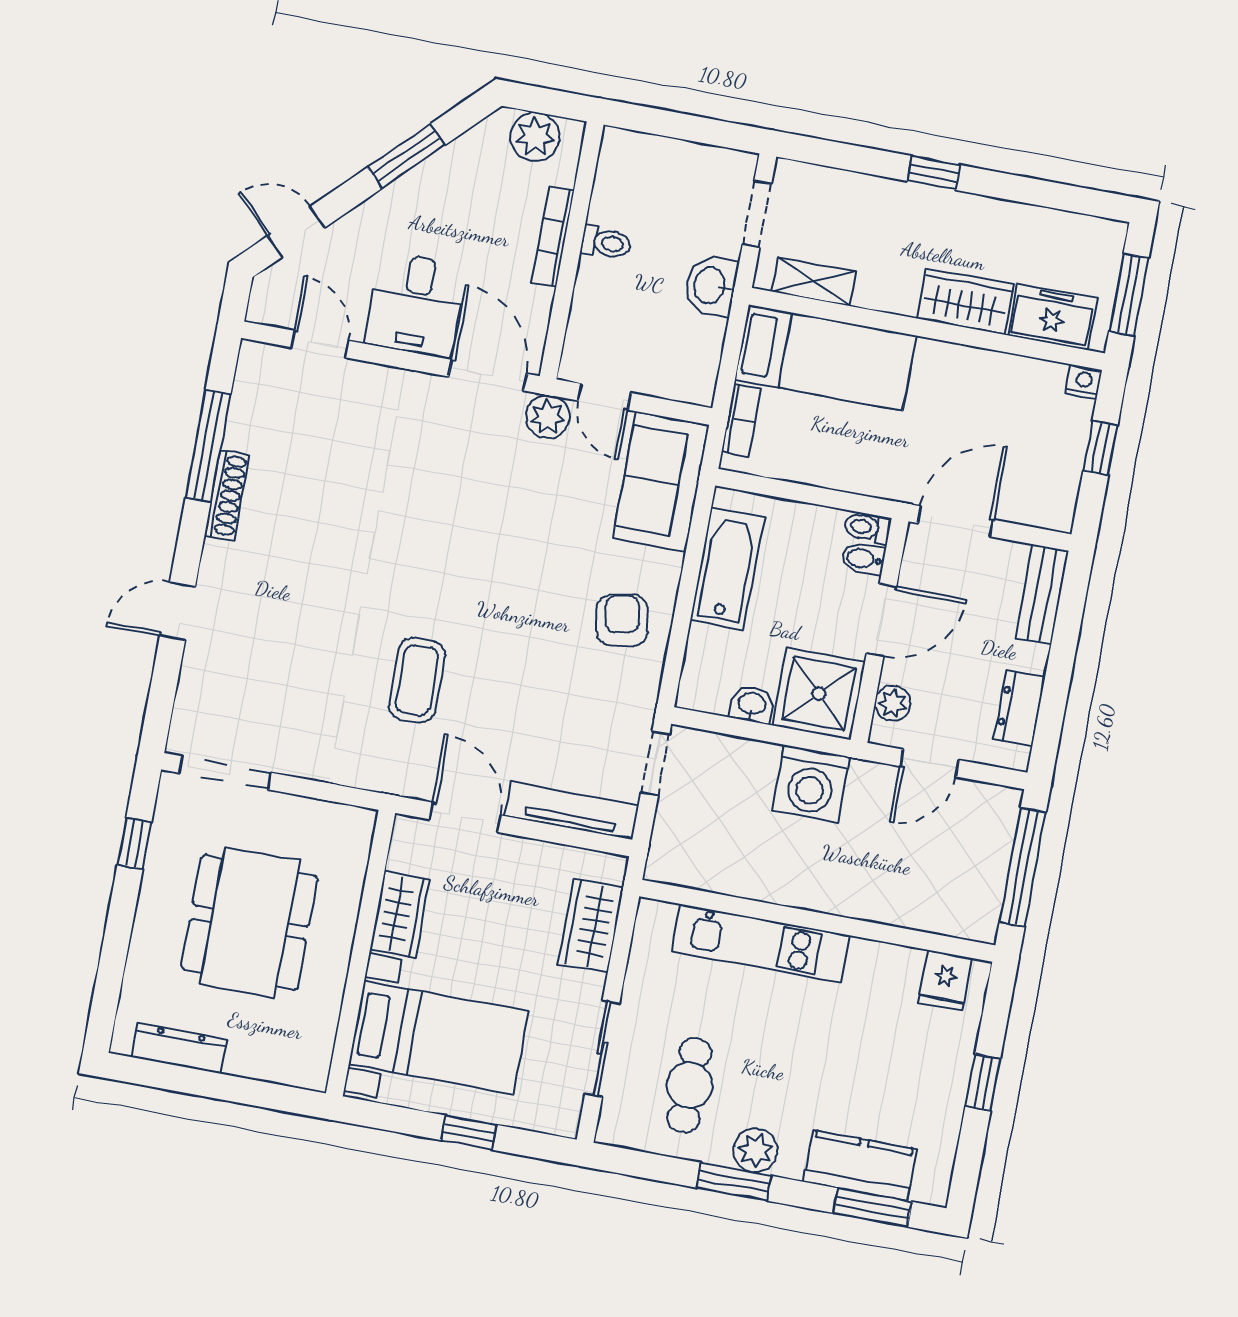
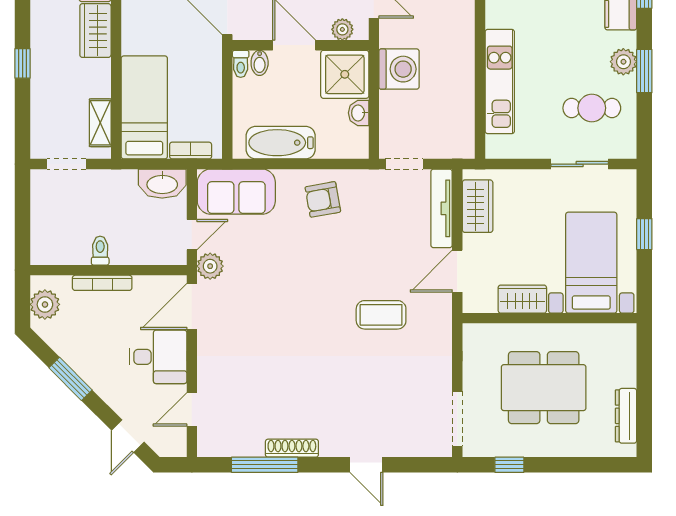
washbasin: (711, 286) -> (162, 184), moved, width x1.38
wardrobe: (591, 926) -> (478, 206), moved, turned -90

